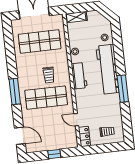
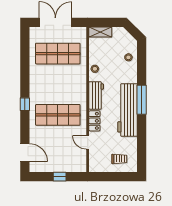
workbench: (107, 69) -> (128, 110), moved
trolley: (49, 75) -> (64, 91), removed
window: (123, 89) -> (142, 100), moved
window: (15, 91) -> (25, 104), width x0.46
locker: (84, 137) -> (94, 121), moved

